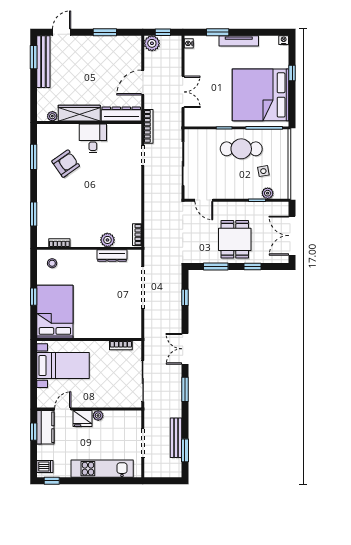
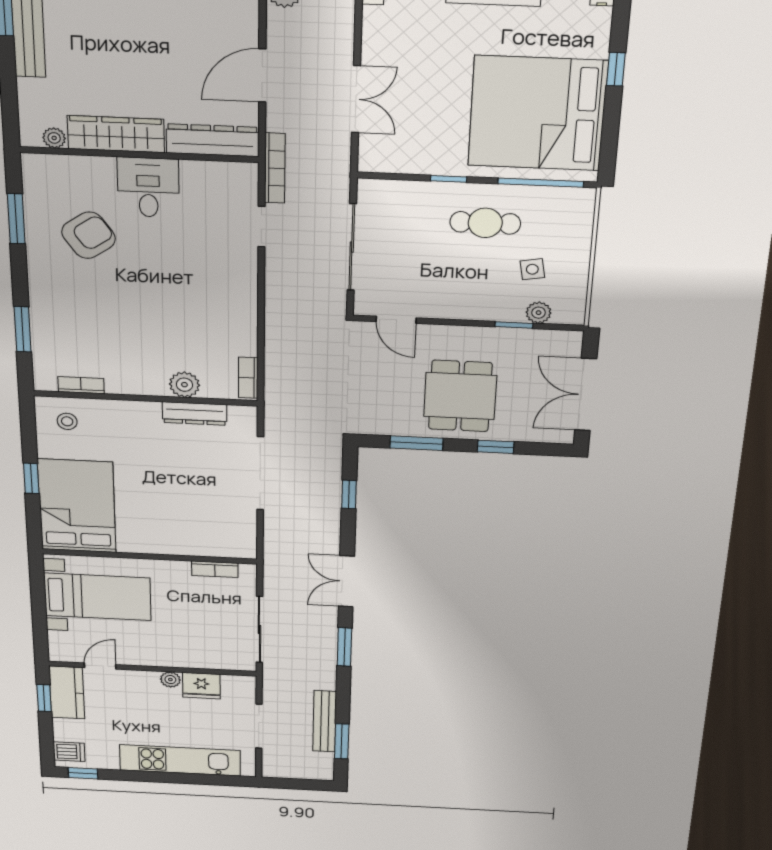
cafe table: (241, 149) -> (485, 223), width x0.73, depth x0.74
fridge: (82, 419) -> (201, 686), moved

